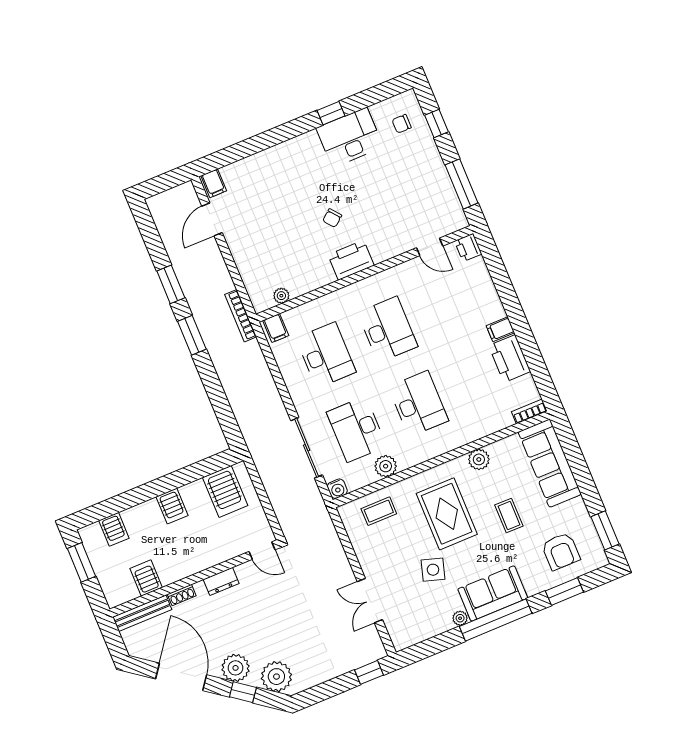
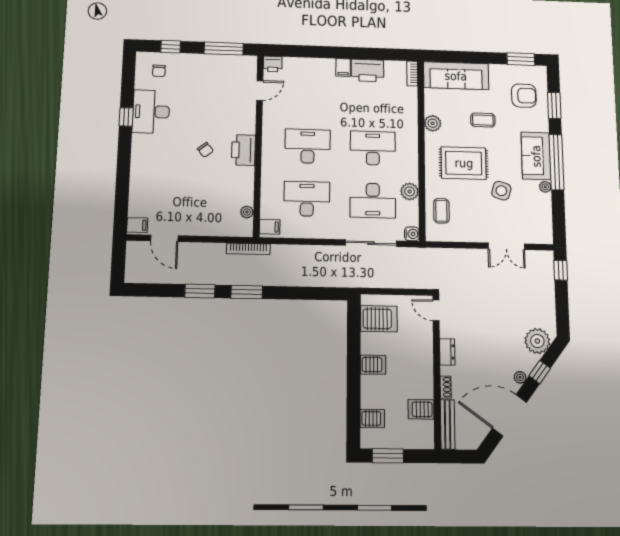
door: (262, 551) -> (436, 310), swing flipped
plant: (236, 668) -> (520, 377), width x0.53, depth x0.53

